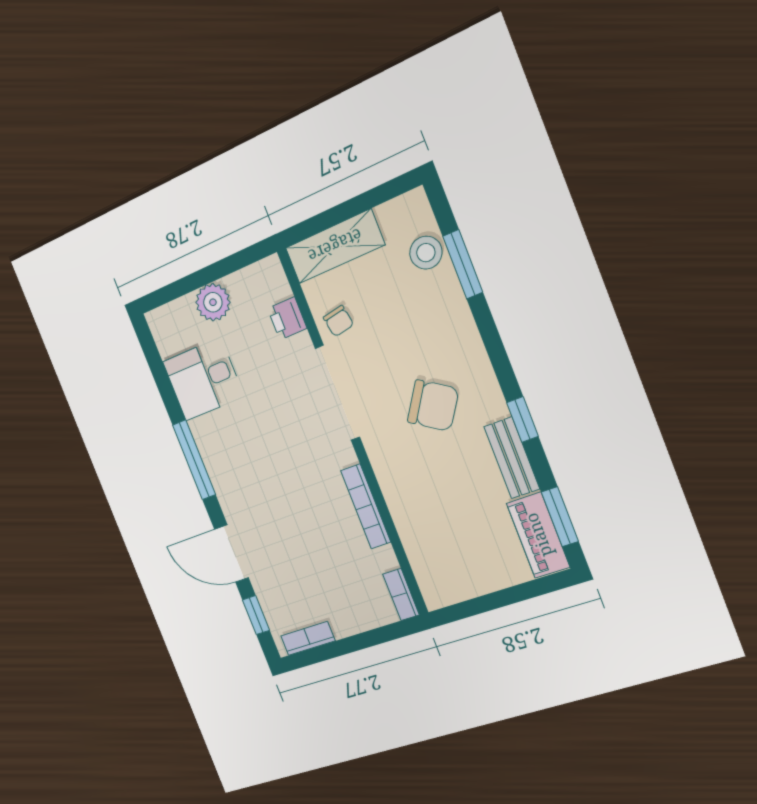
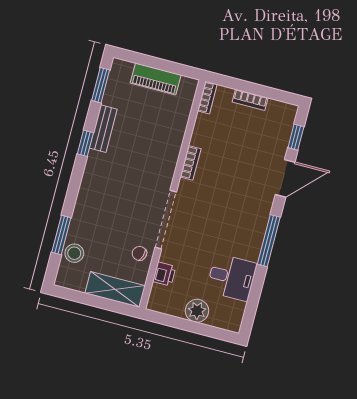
chair: (338, 321) -> (139, 253), turned -63
chair: (433, 405) -> (123, 180), removed
bookcase: (366, 506) -> (191, 163), width x0.64
piano: (538, 535) -> (156, 79), moved, turned 90
door: (231, 553) -> (285, 178), hinge flipped
bookcase: (308, 638) -> (250, 100), moved

